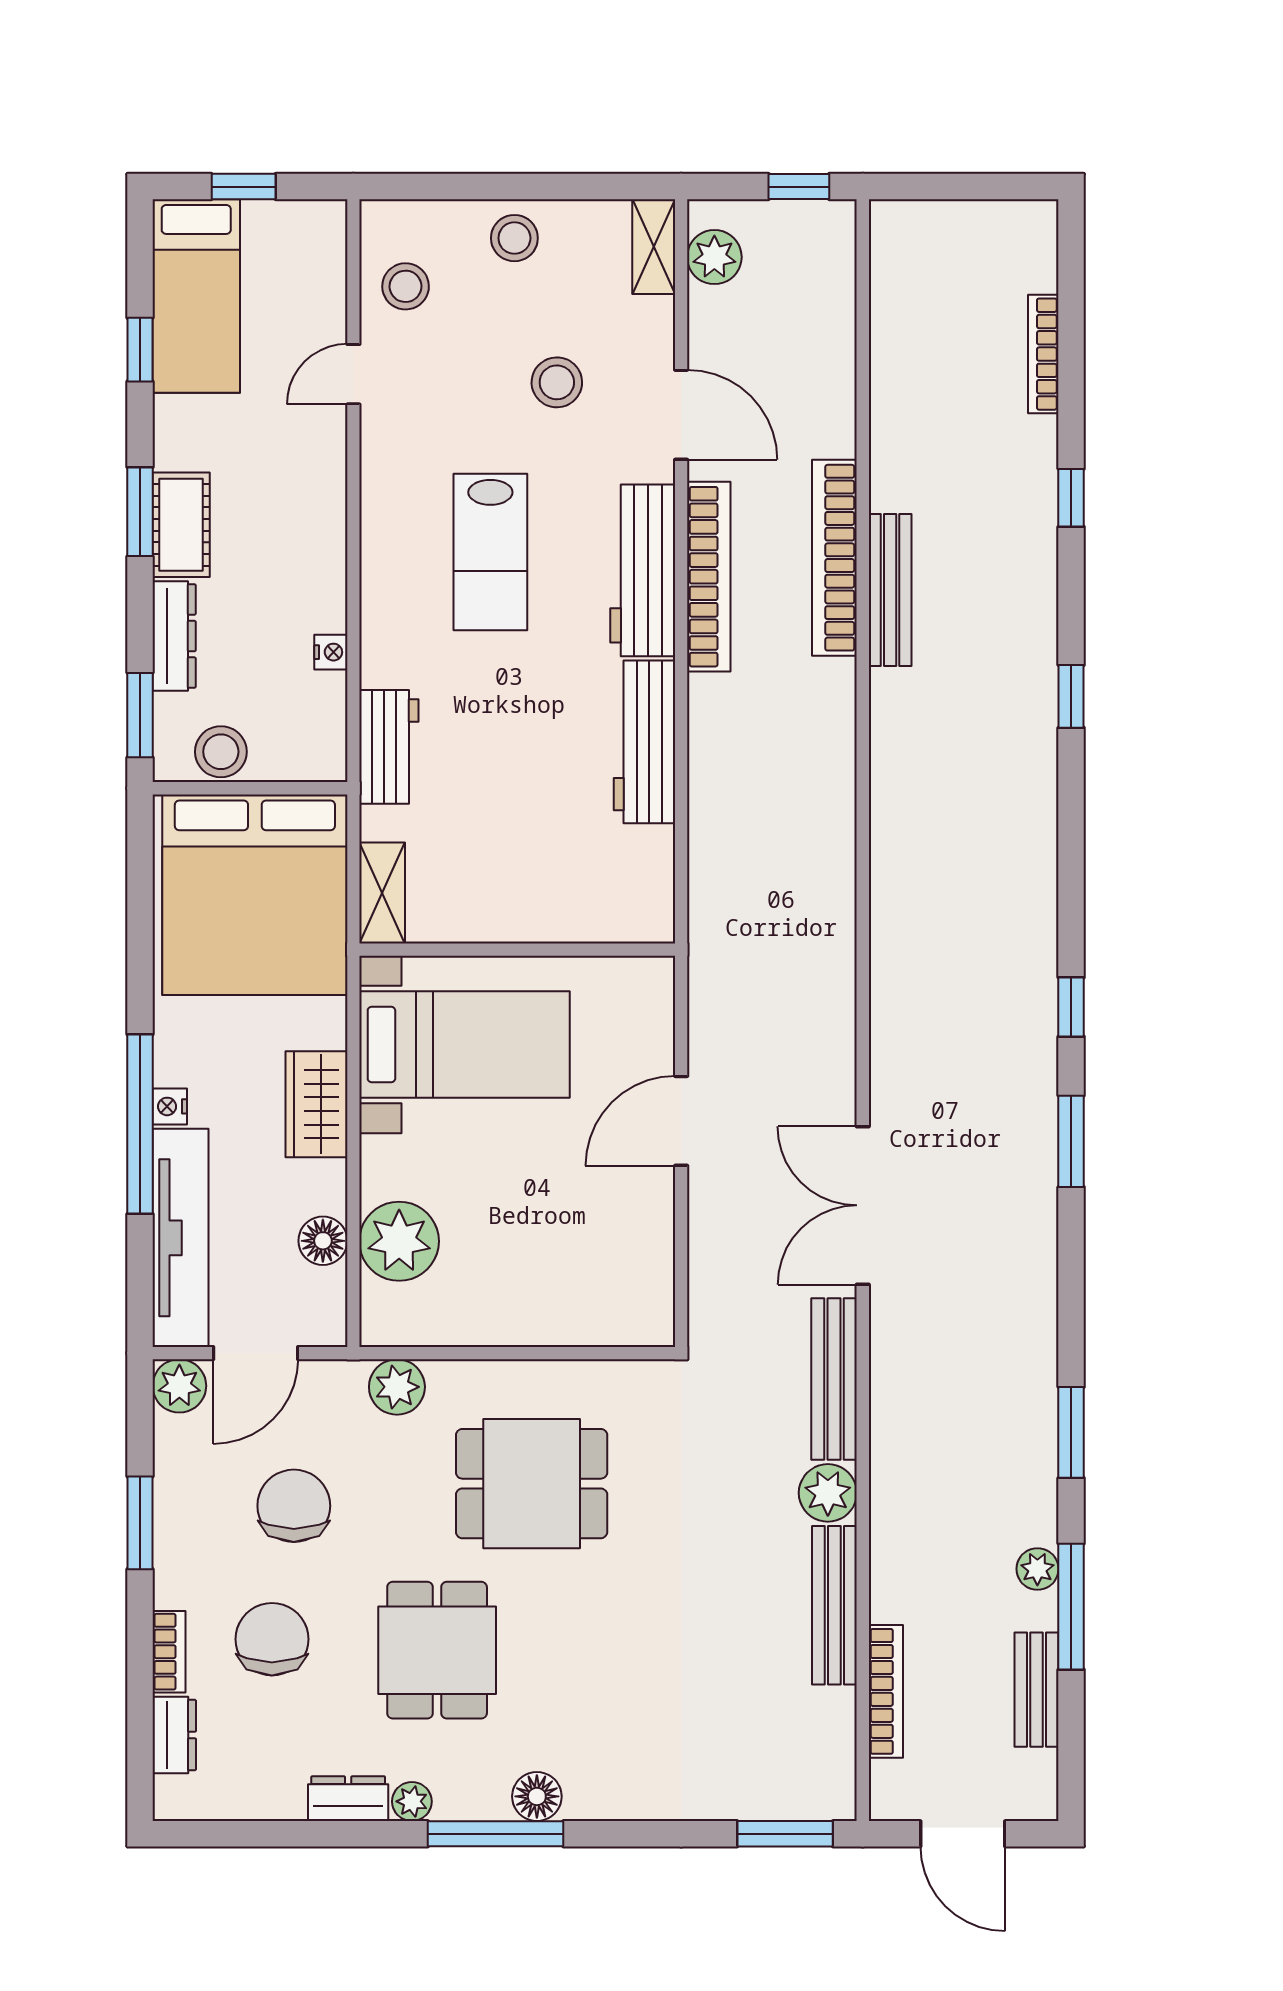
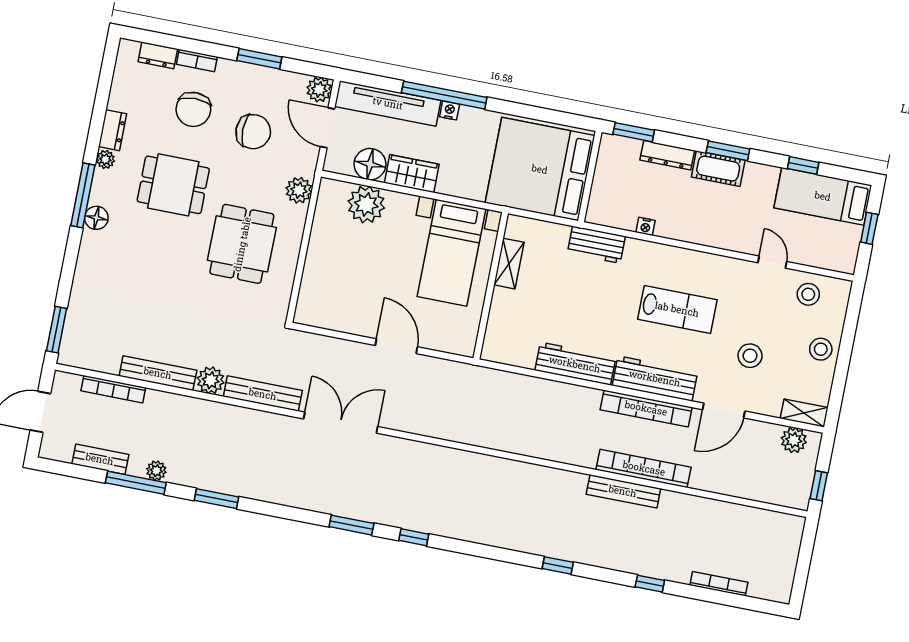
lab bench: (490, 552) -> (677, 309), turned 180
stool: (221, 752) -> (609, 166), removed
shelving: (382, 893) -> (509, 264), moved, turned 90
wardrobe: (316, 1104) -> (412, 174), moved
floor lamp: (323, 1241) -> (370, 164), width x1.38, depth x1.38
chair: (272, 1639) -> (193, 109), turned 90

